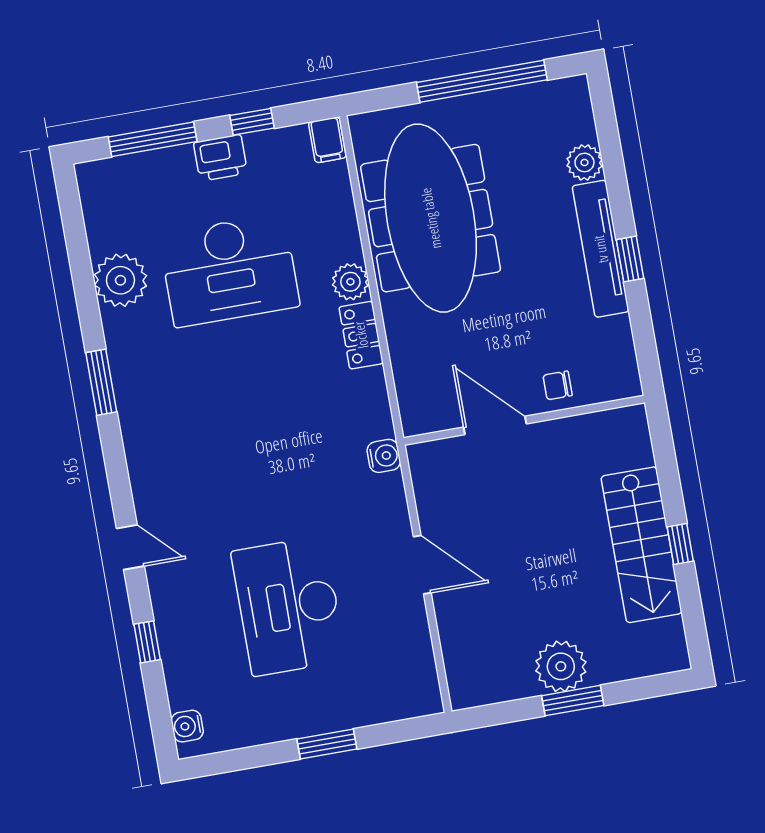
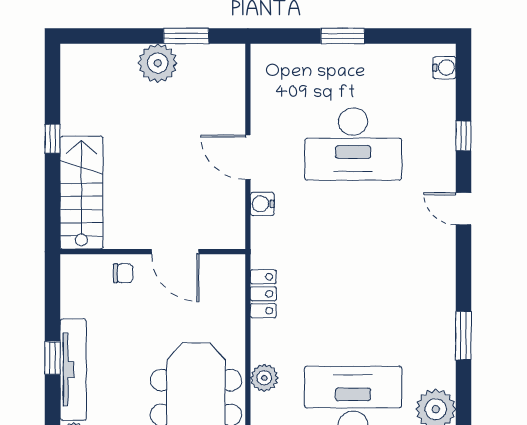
locker: (361, 335) -> (263, 294), moved
water cooler: (384, 456) -> (262, 204), moved
stairs: (642, 545) -> (81, 192), moved
desk: (288, 606) -> (353, 144), turned 90
window: (573, 701) -> (186, 36), moved

